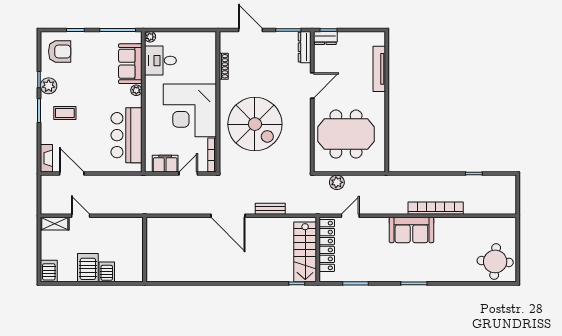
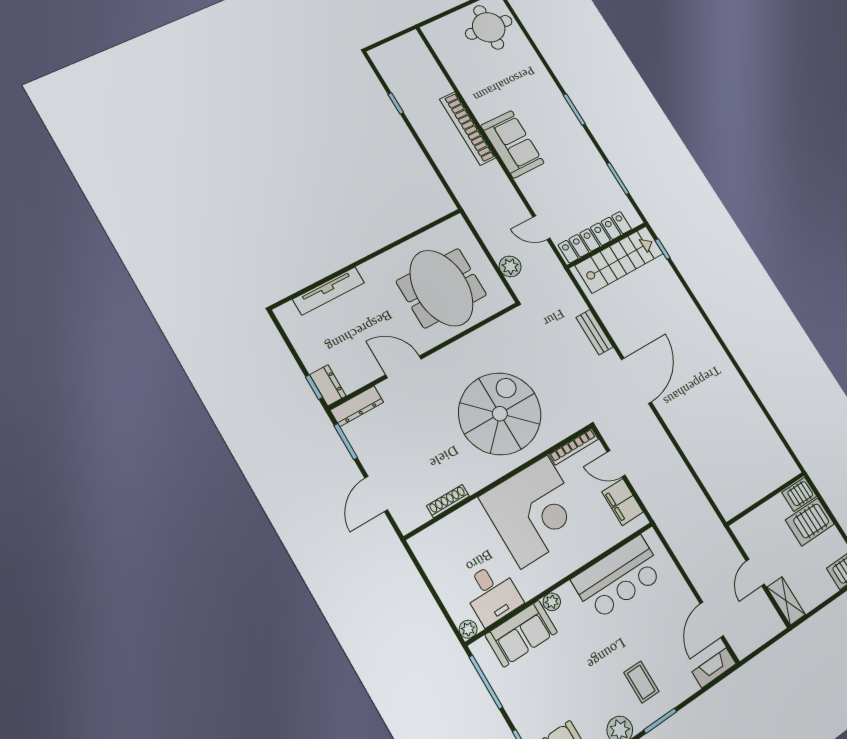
wall: (145, 250) -> (766, 499), moved

